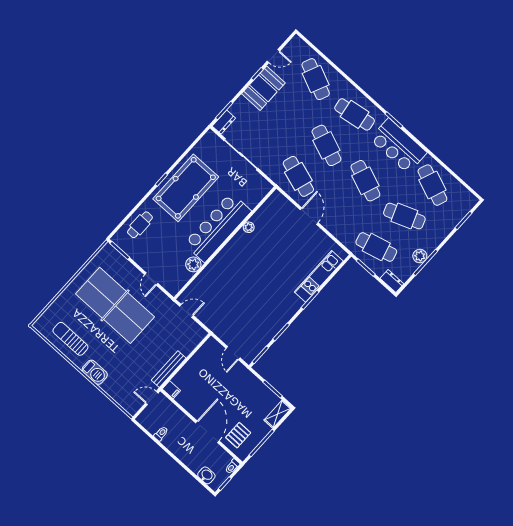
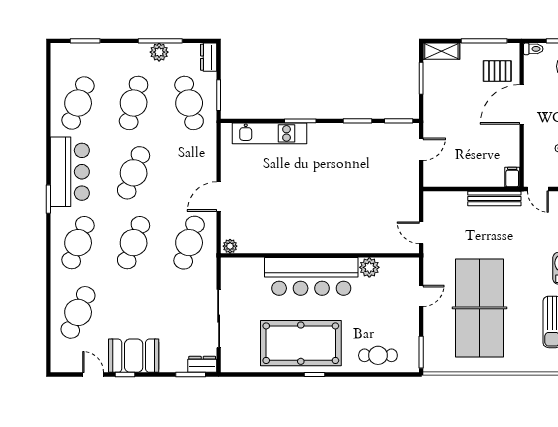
cafe table: (355, 114) -> (78, 243), turned 30
cafe table: (404, 216) -> (134, 103), turned 36
plant: (249, 227) -> (230, 246), moved

